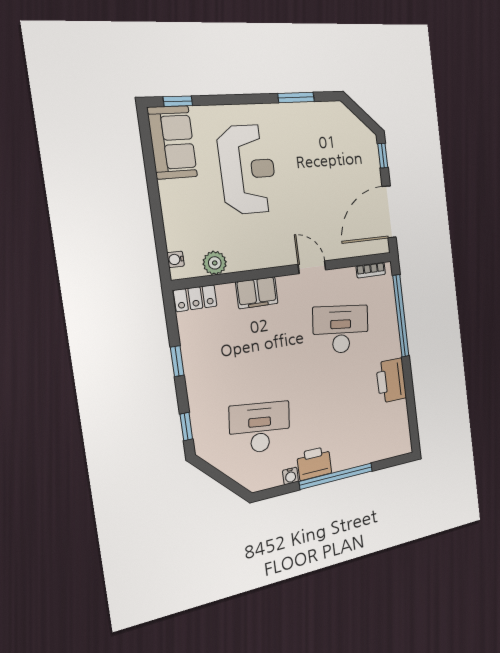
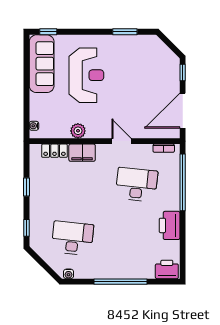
sofa: (172, 142) -> (42, 64), width x1.36
plant: (215, 263) -> (78, 131), moved
locker: (195, 298) -> (55, 151), moved
printer: (314, 463) -> (167, 269), moved
water cooler: (290, 476) -> (68, 274), moved

